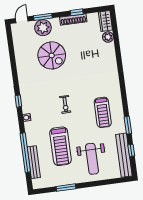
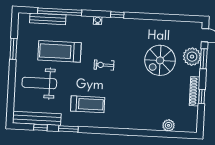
wardrobe: (105, 21) -> (186, 126), removed
treadmill: (103, 112) -> (88, 104), turned 180

